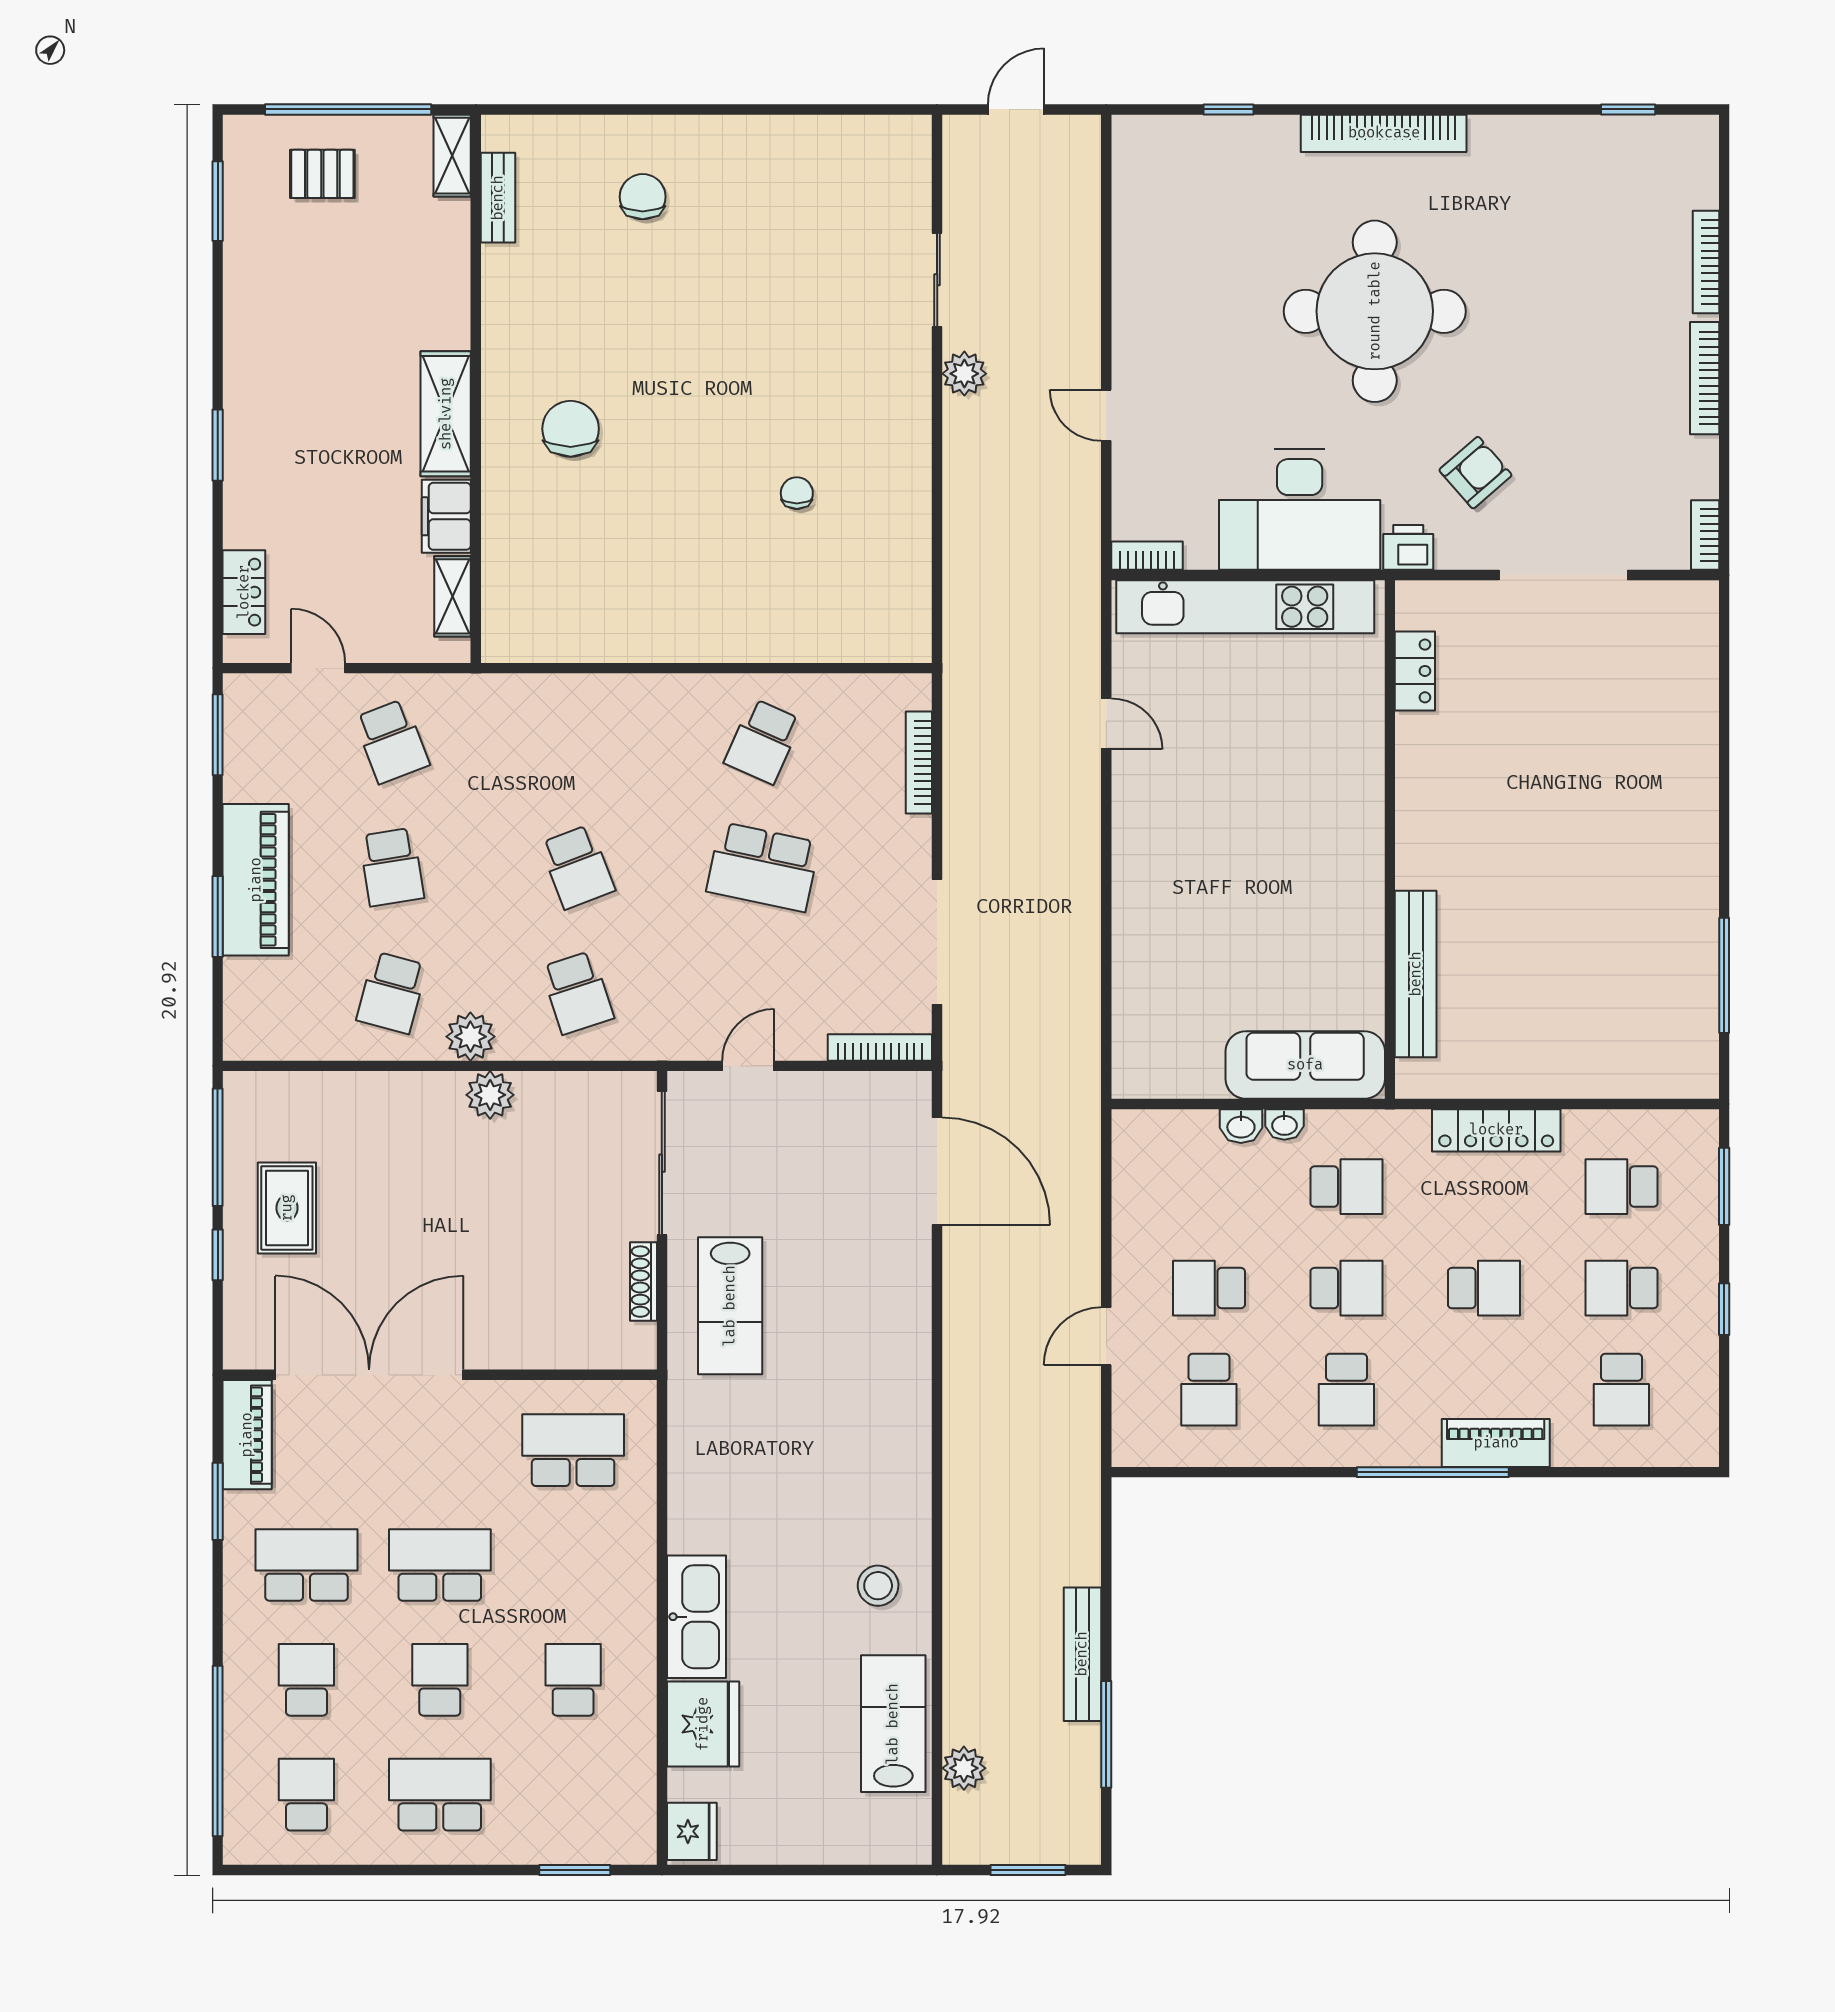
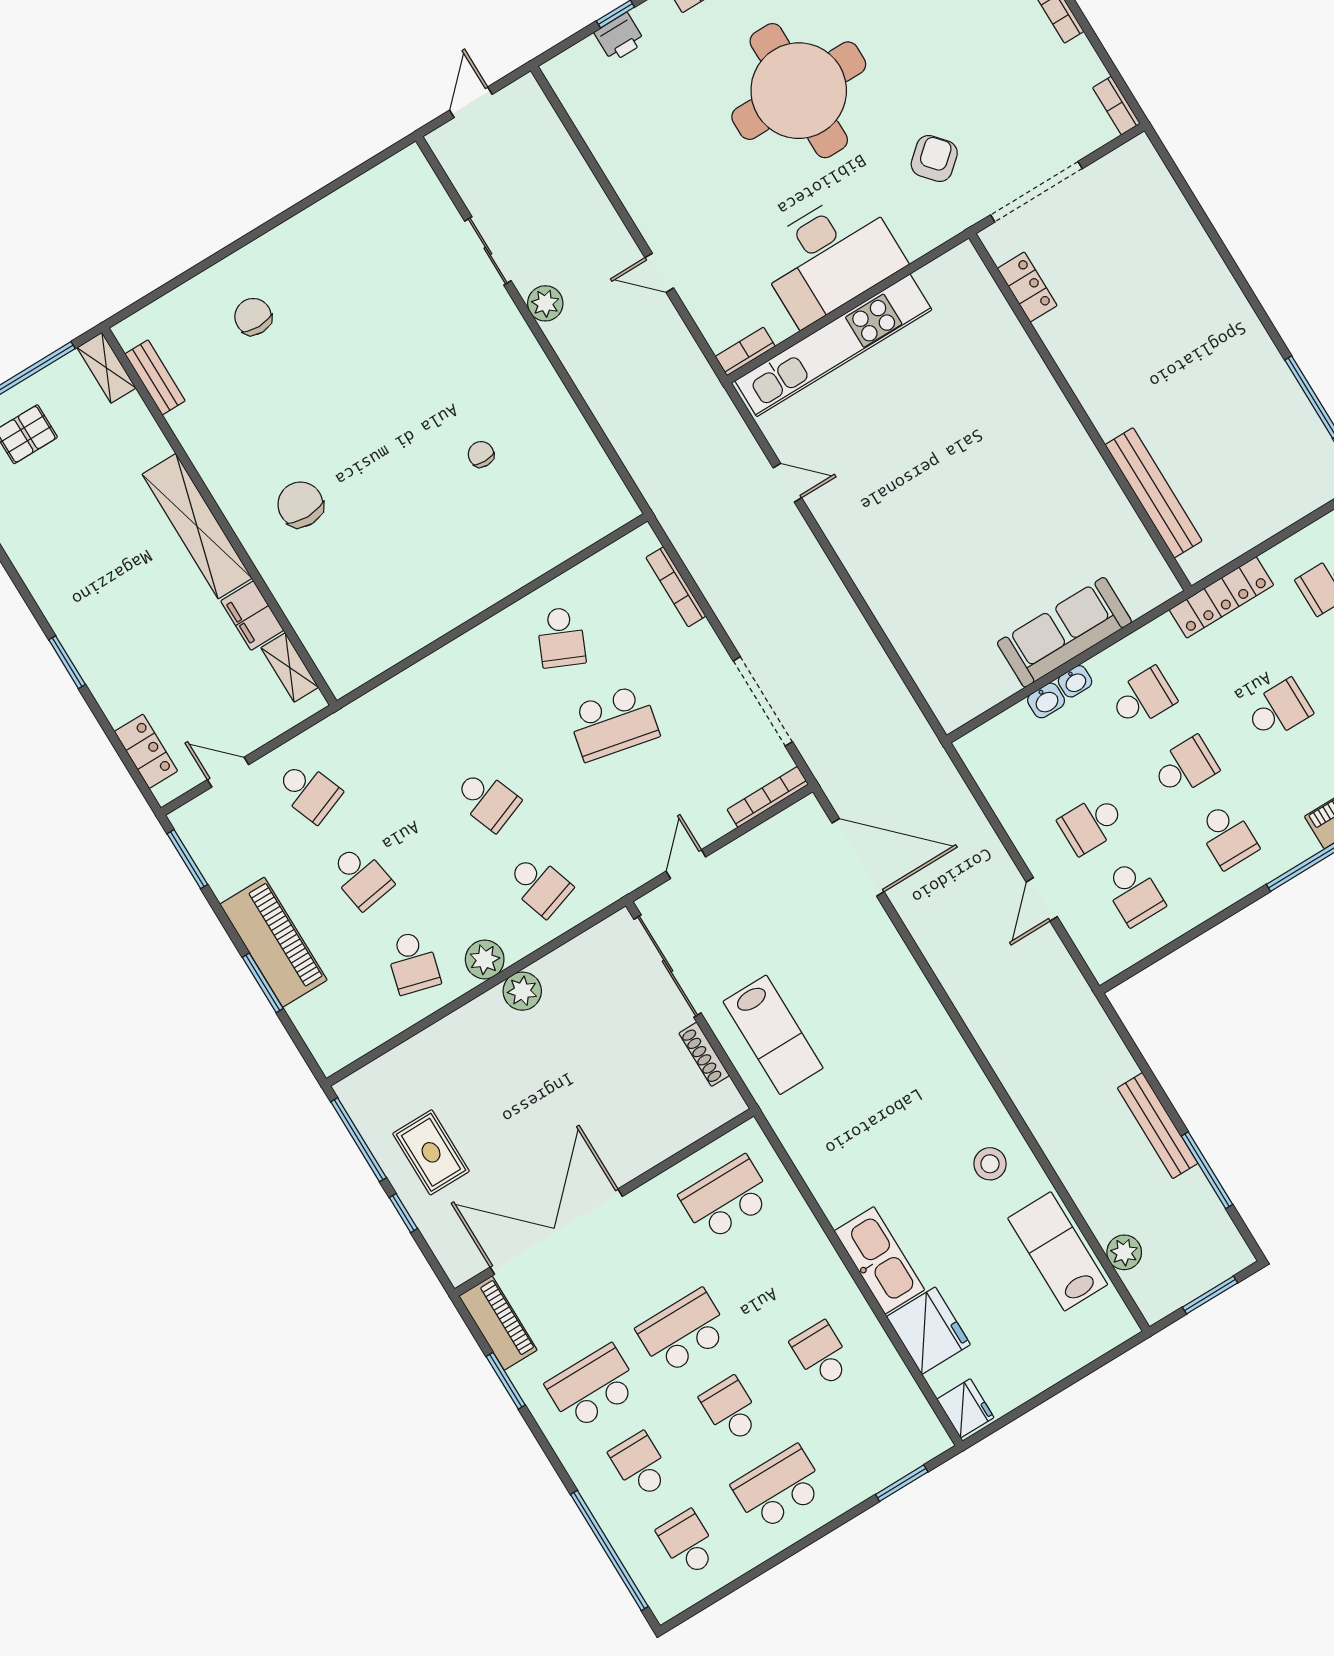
shelving: (446, 414) -> (197, 526), width x1.47
printer: (1408, 547) -> (620, 37), moved, turned 180
locker: (1415, 671) -> (1027, 287), moved
wall: (1390, 839) -> (1080, 412), moved
bench: (1416, 974) -> (1154, 493), moved

